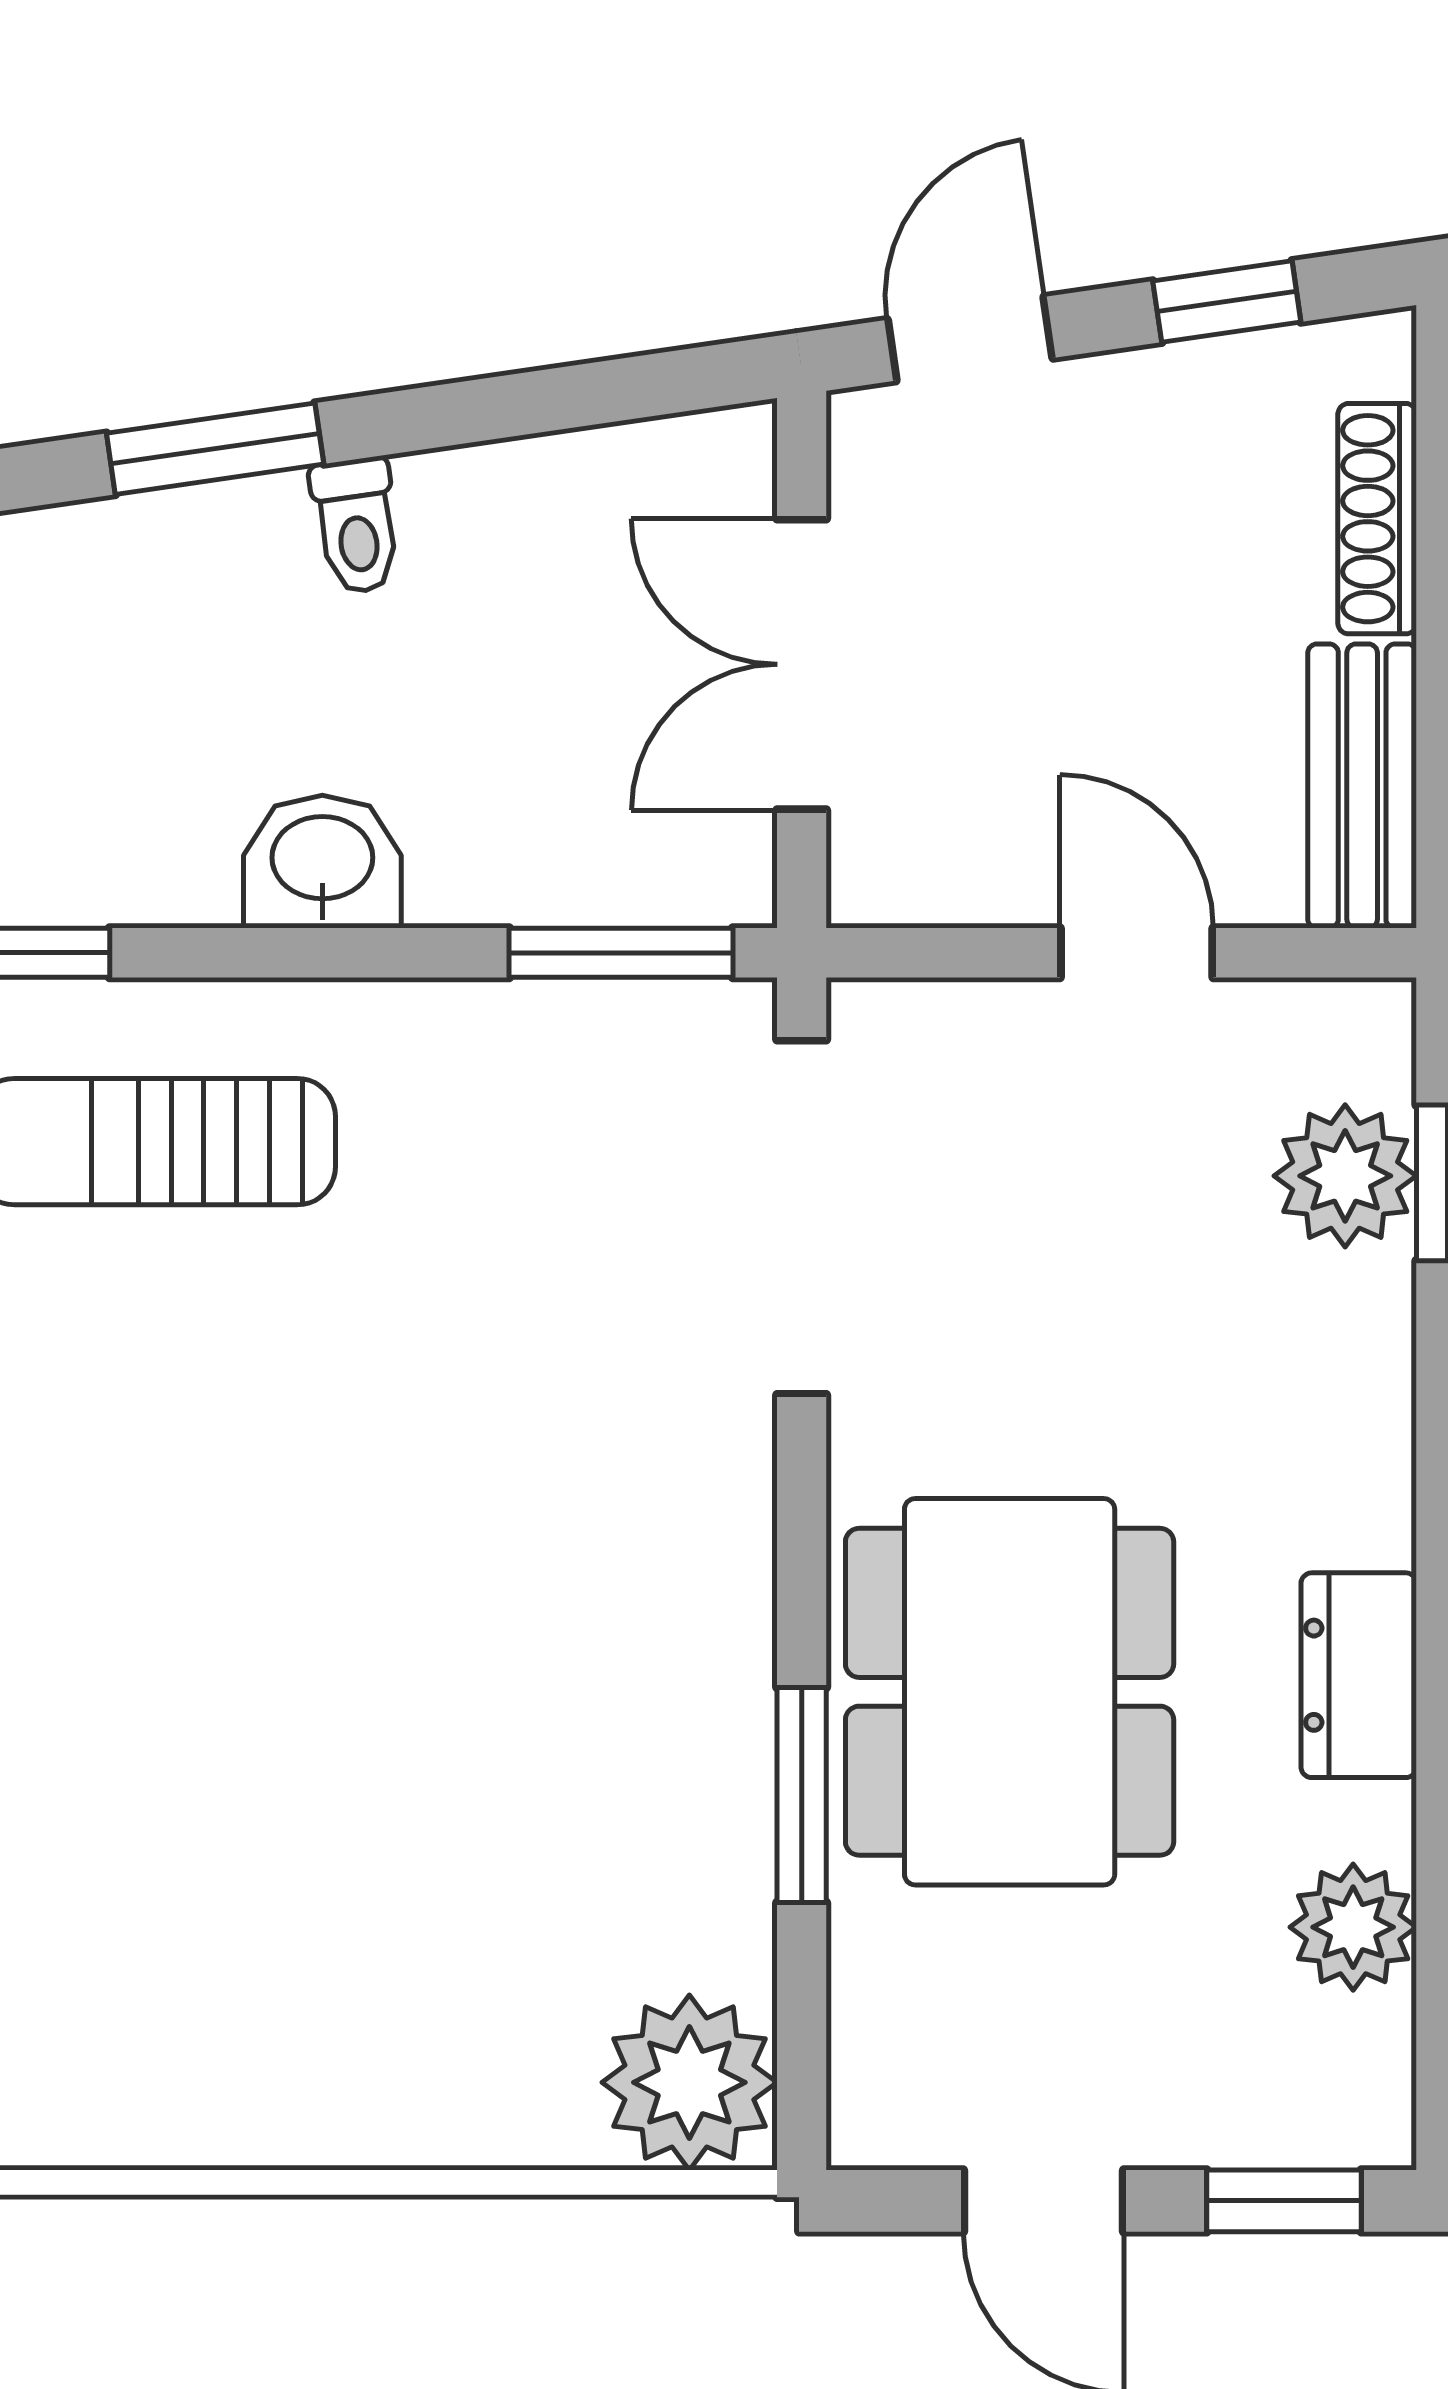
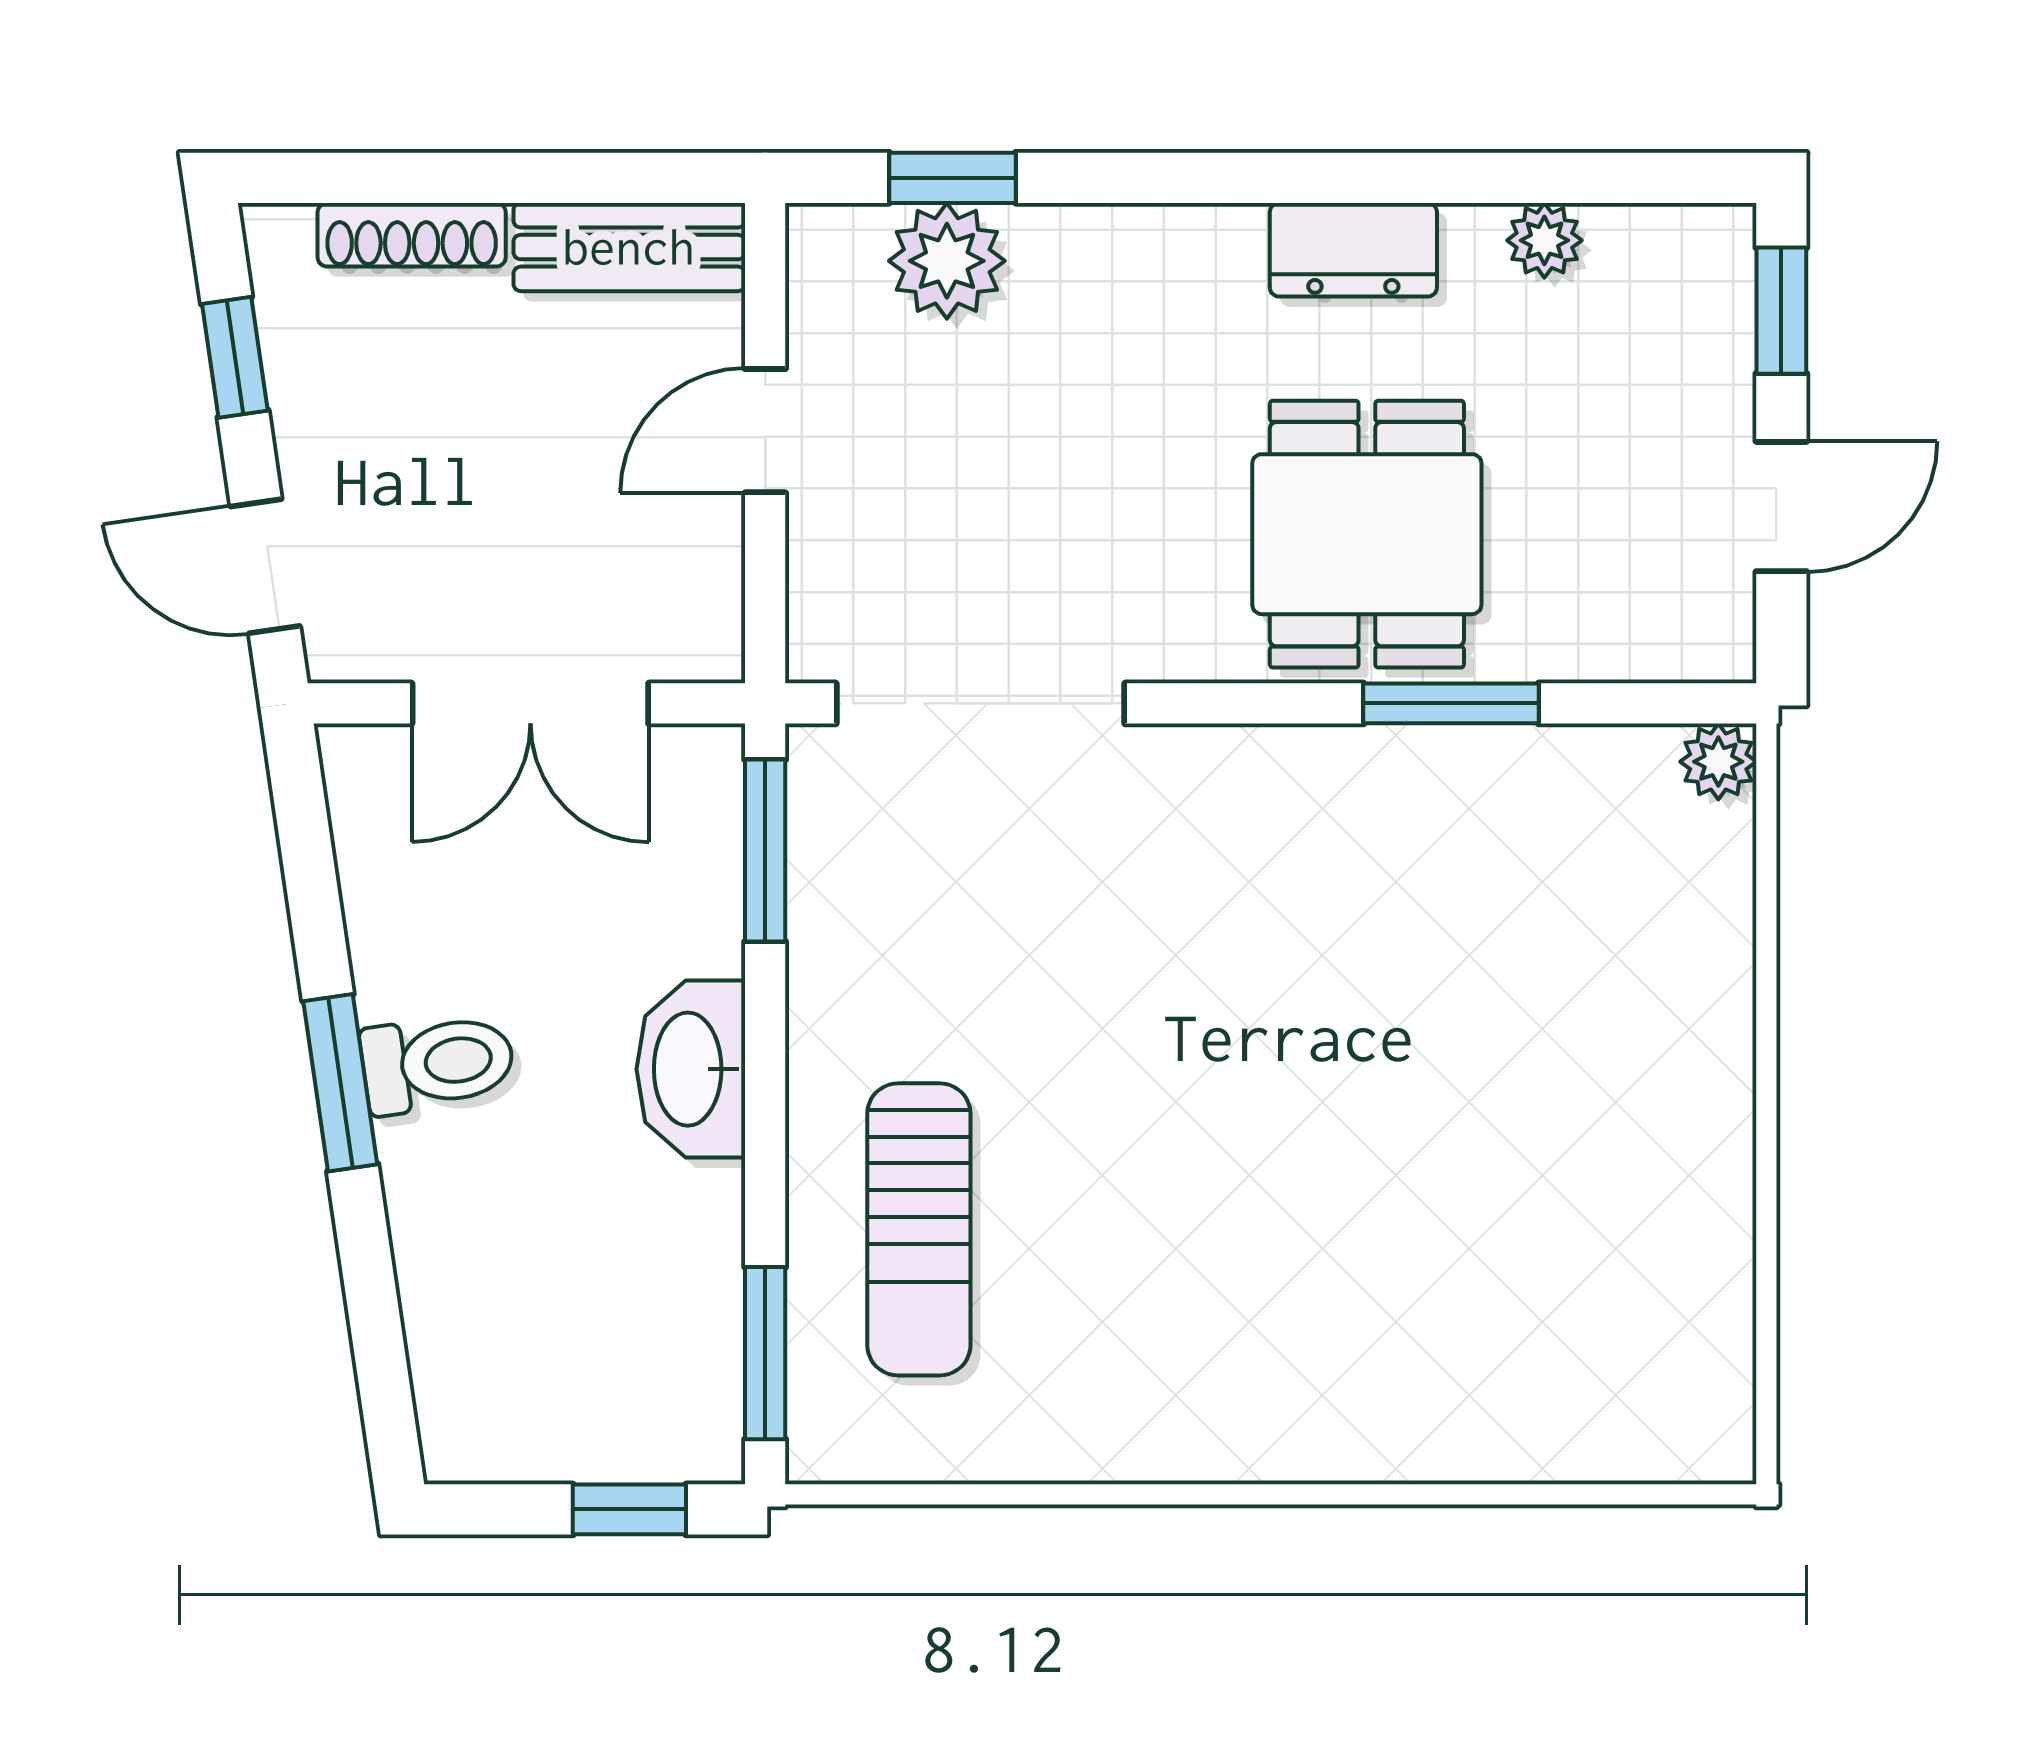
window: (215, 449) -> (340, 1083), moved
toilet: (356, 526) -> (438, 1063), width x1.37, depth x1.39
washbasin: (322, 862) -> (691, 1069), width x1.38
dining table: (1010, 1692) -> (1367, 534), width x0.73
plant: (1353, 1927) -> (1544, 240), width x0.73, depth x0.73
plant: (689, 2082) -> (1718, 762), width x0.53, depth x0.53

